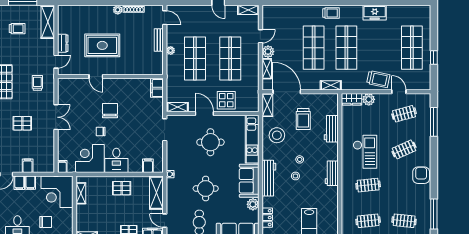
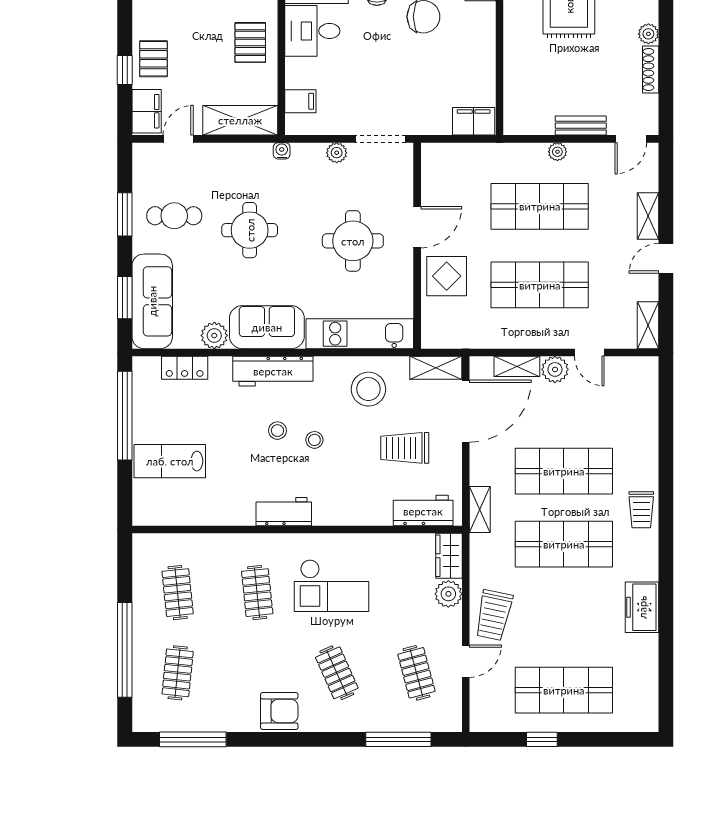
shelving: (178, 107) -> (648, 216), moved
workbench: (331, 129) -> (423, 511), moved
plant: (171, 149) -> (337, 153), added

